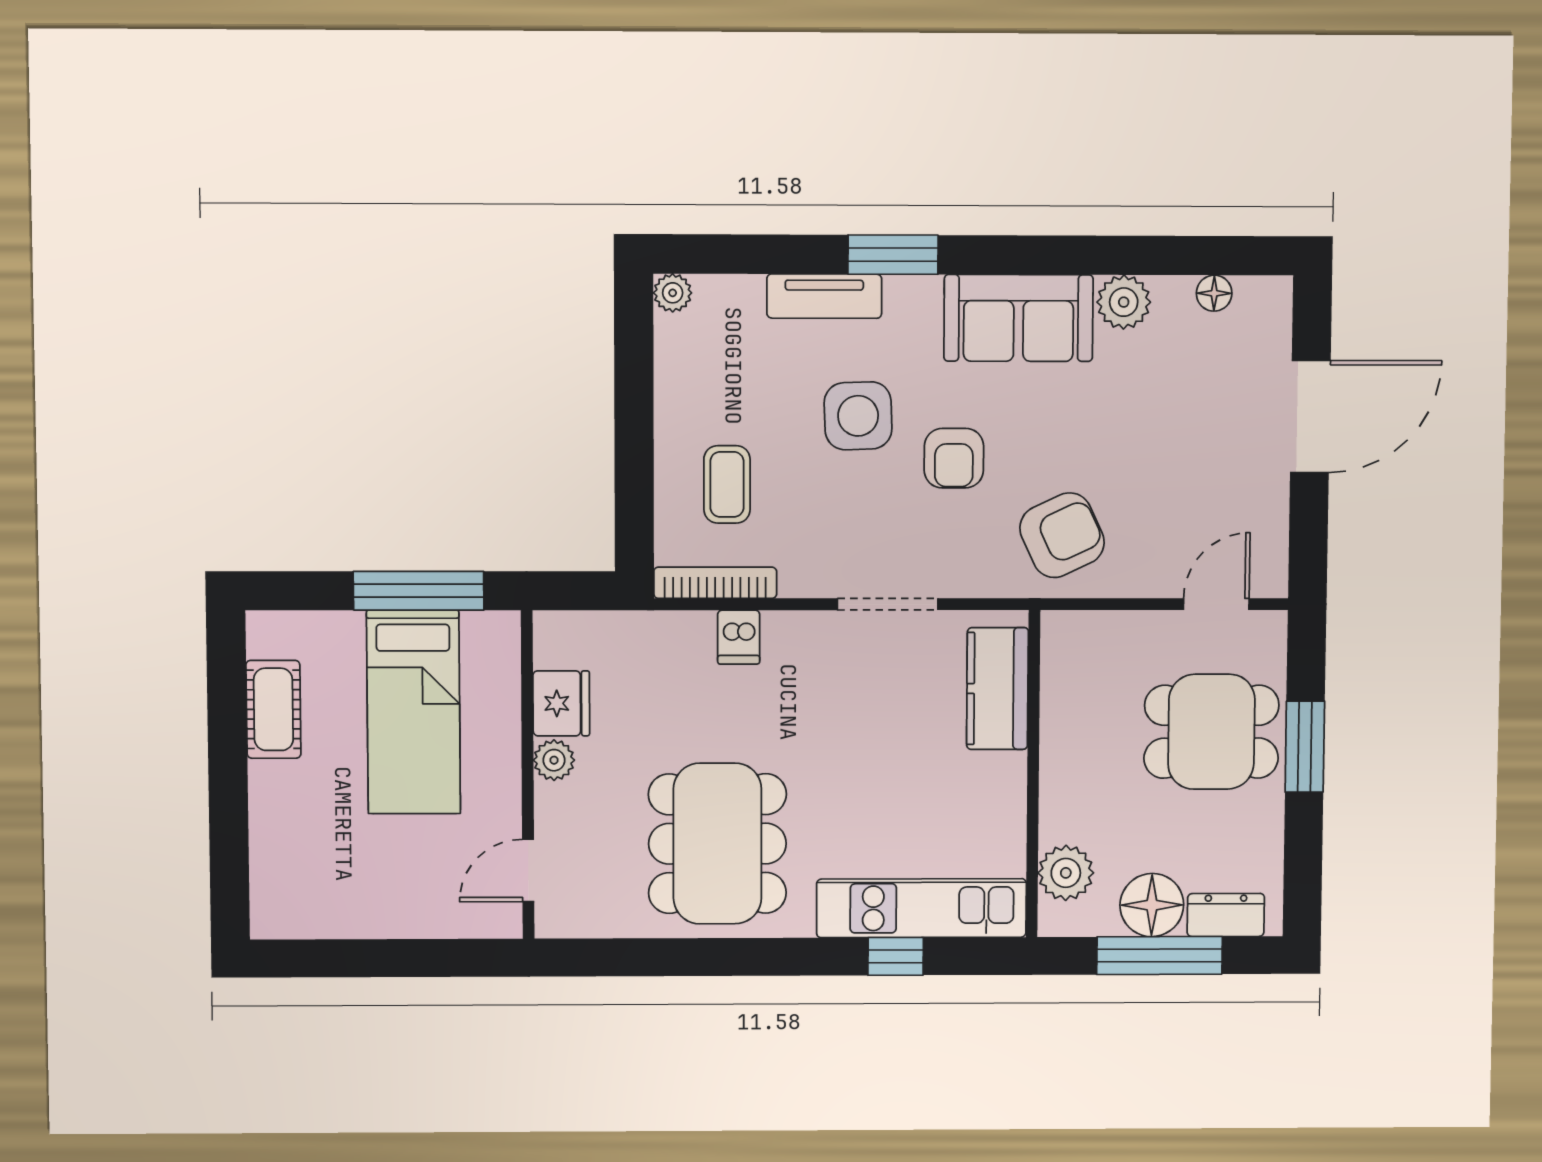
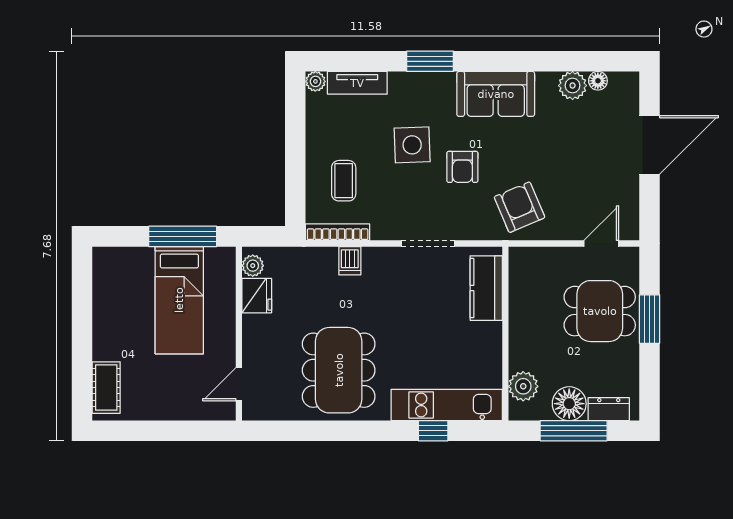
tv unit: (824, 296) -> (357, 83), moved
plant: (1124, 302) -> (573, 86), moved
armchair: (1062, 535) -> (520, 207), turned -88
cot: (273, 709) -> (106, 388), moved
plant: (554, 760) -> (253, 266), moved

